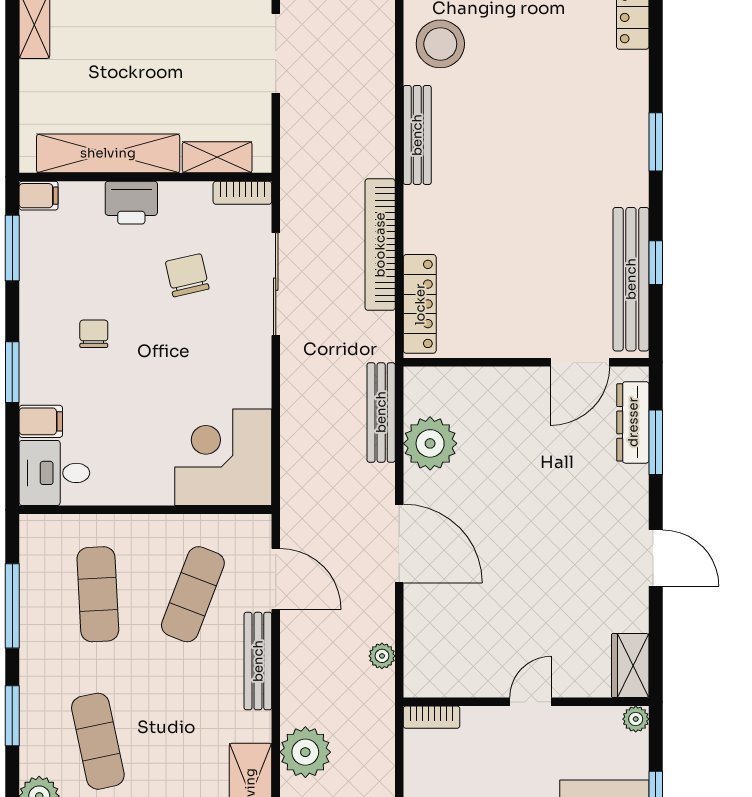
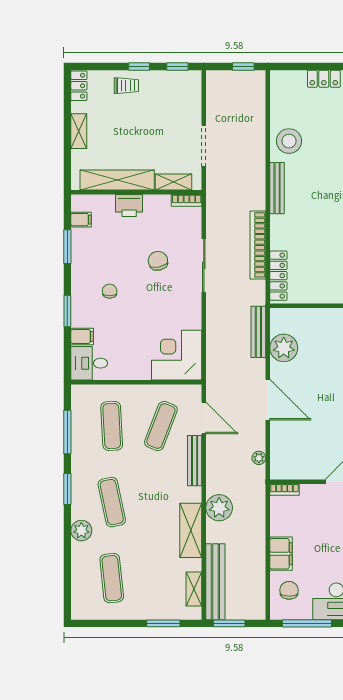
shelving: (108, 153) -> (117, 180), moved
shelving: (217, 157) -> (173, 182), moved
wall: (145, 177) -> (136, 192), moved
bookcase: (242, 193) -> (187, 200), moved
printer: (131, 203) -> (129, 205), moved

